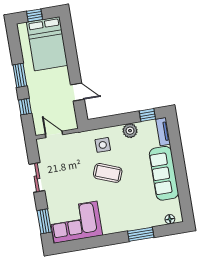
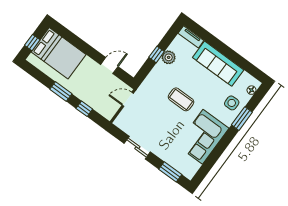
window: (147, 115) -> (157, 54), moved
door: (54, 134) -> (128, 99), moved
side table: (103, 145) -> (232, 103), moved
coffee table: (108, 173) -> (181, 99), turned 69
corner sofa: (76, 222) -> (203, 137), moved

